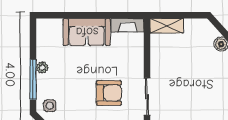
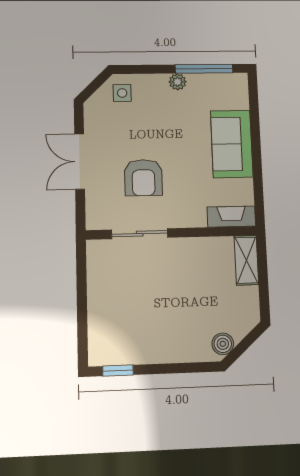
fireplace: (128, 25) -> (231, 217), moved, turned 90
window: (33, 79) -> (204, 69), moved

